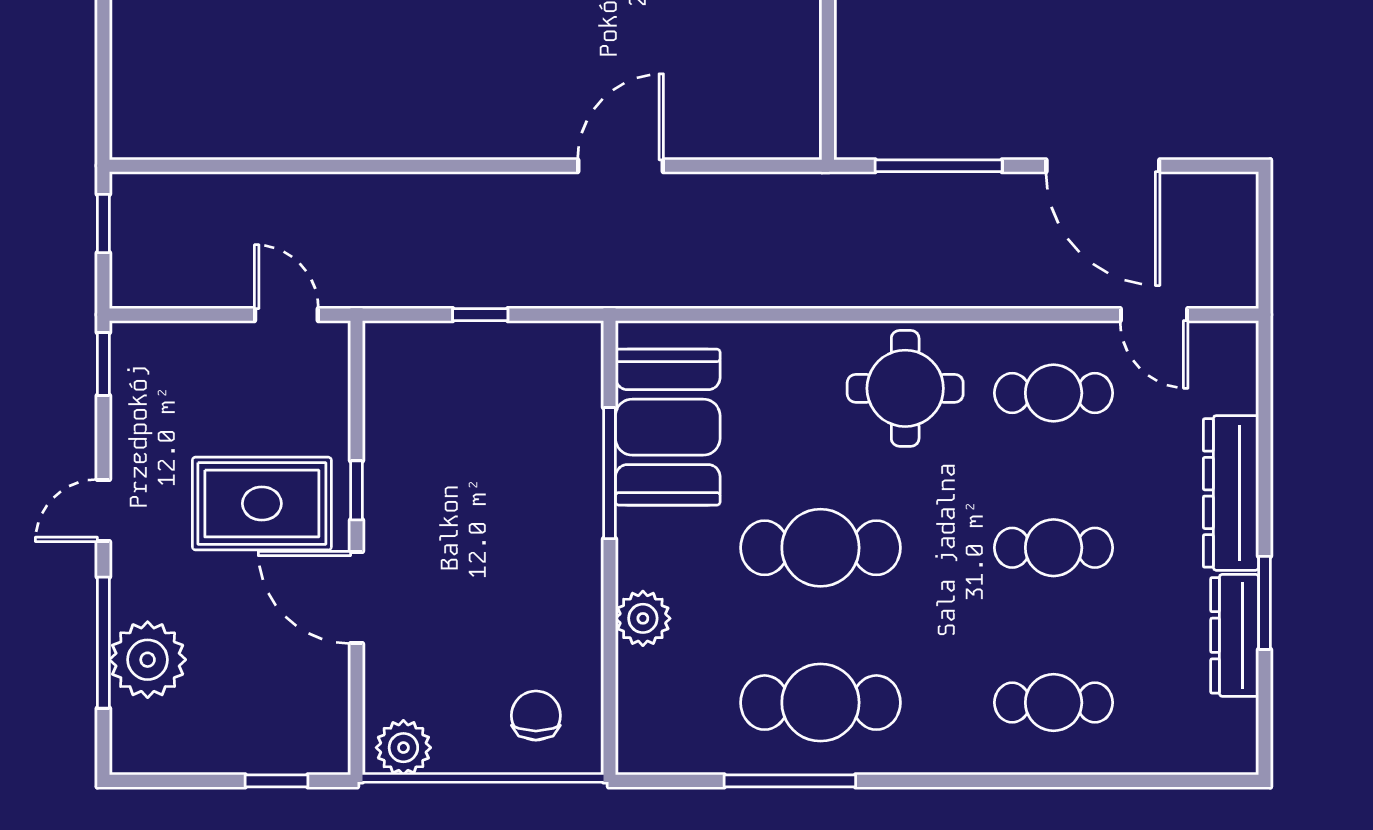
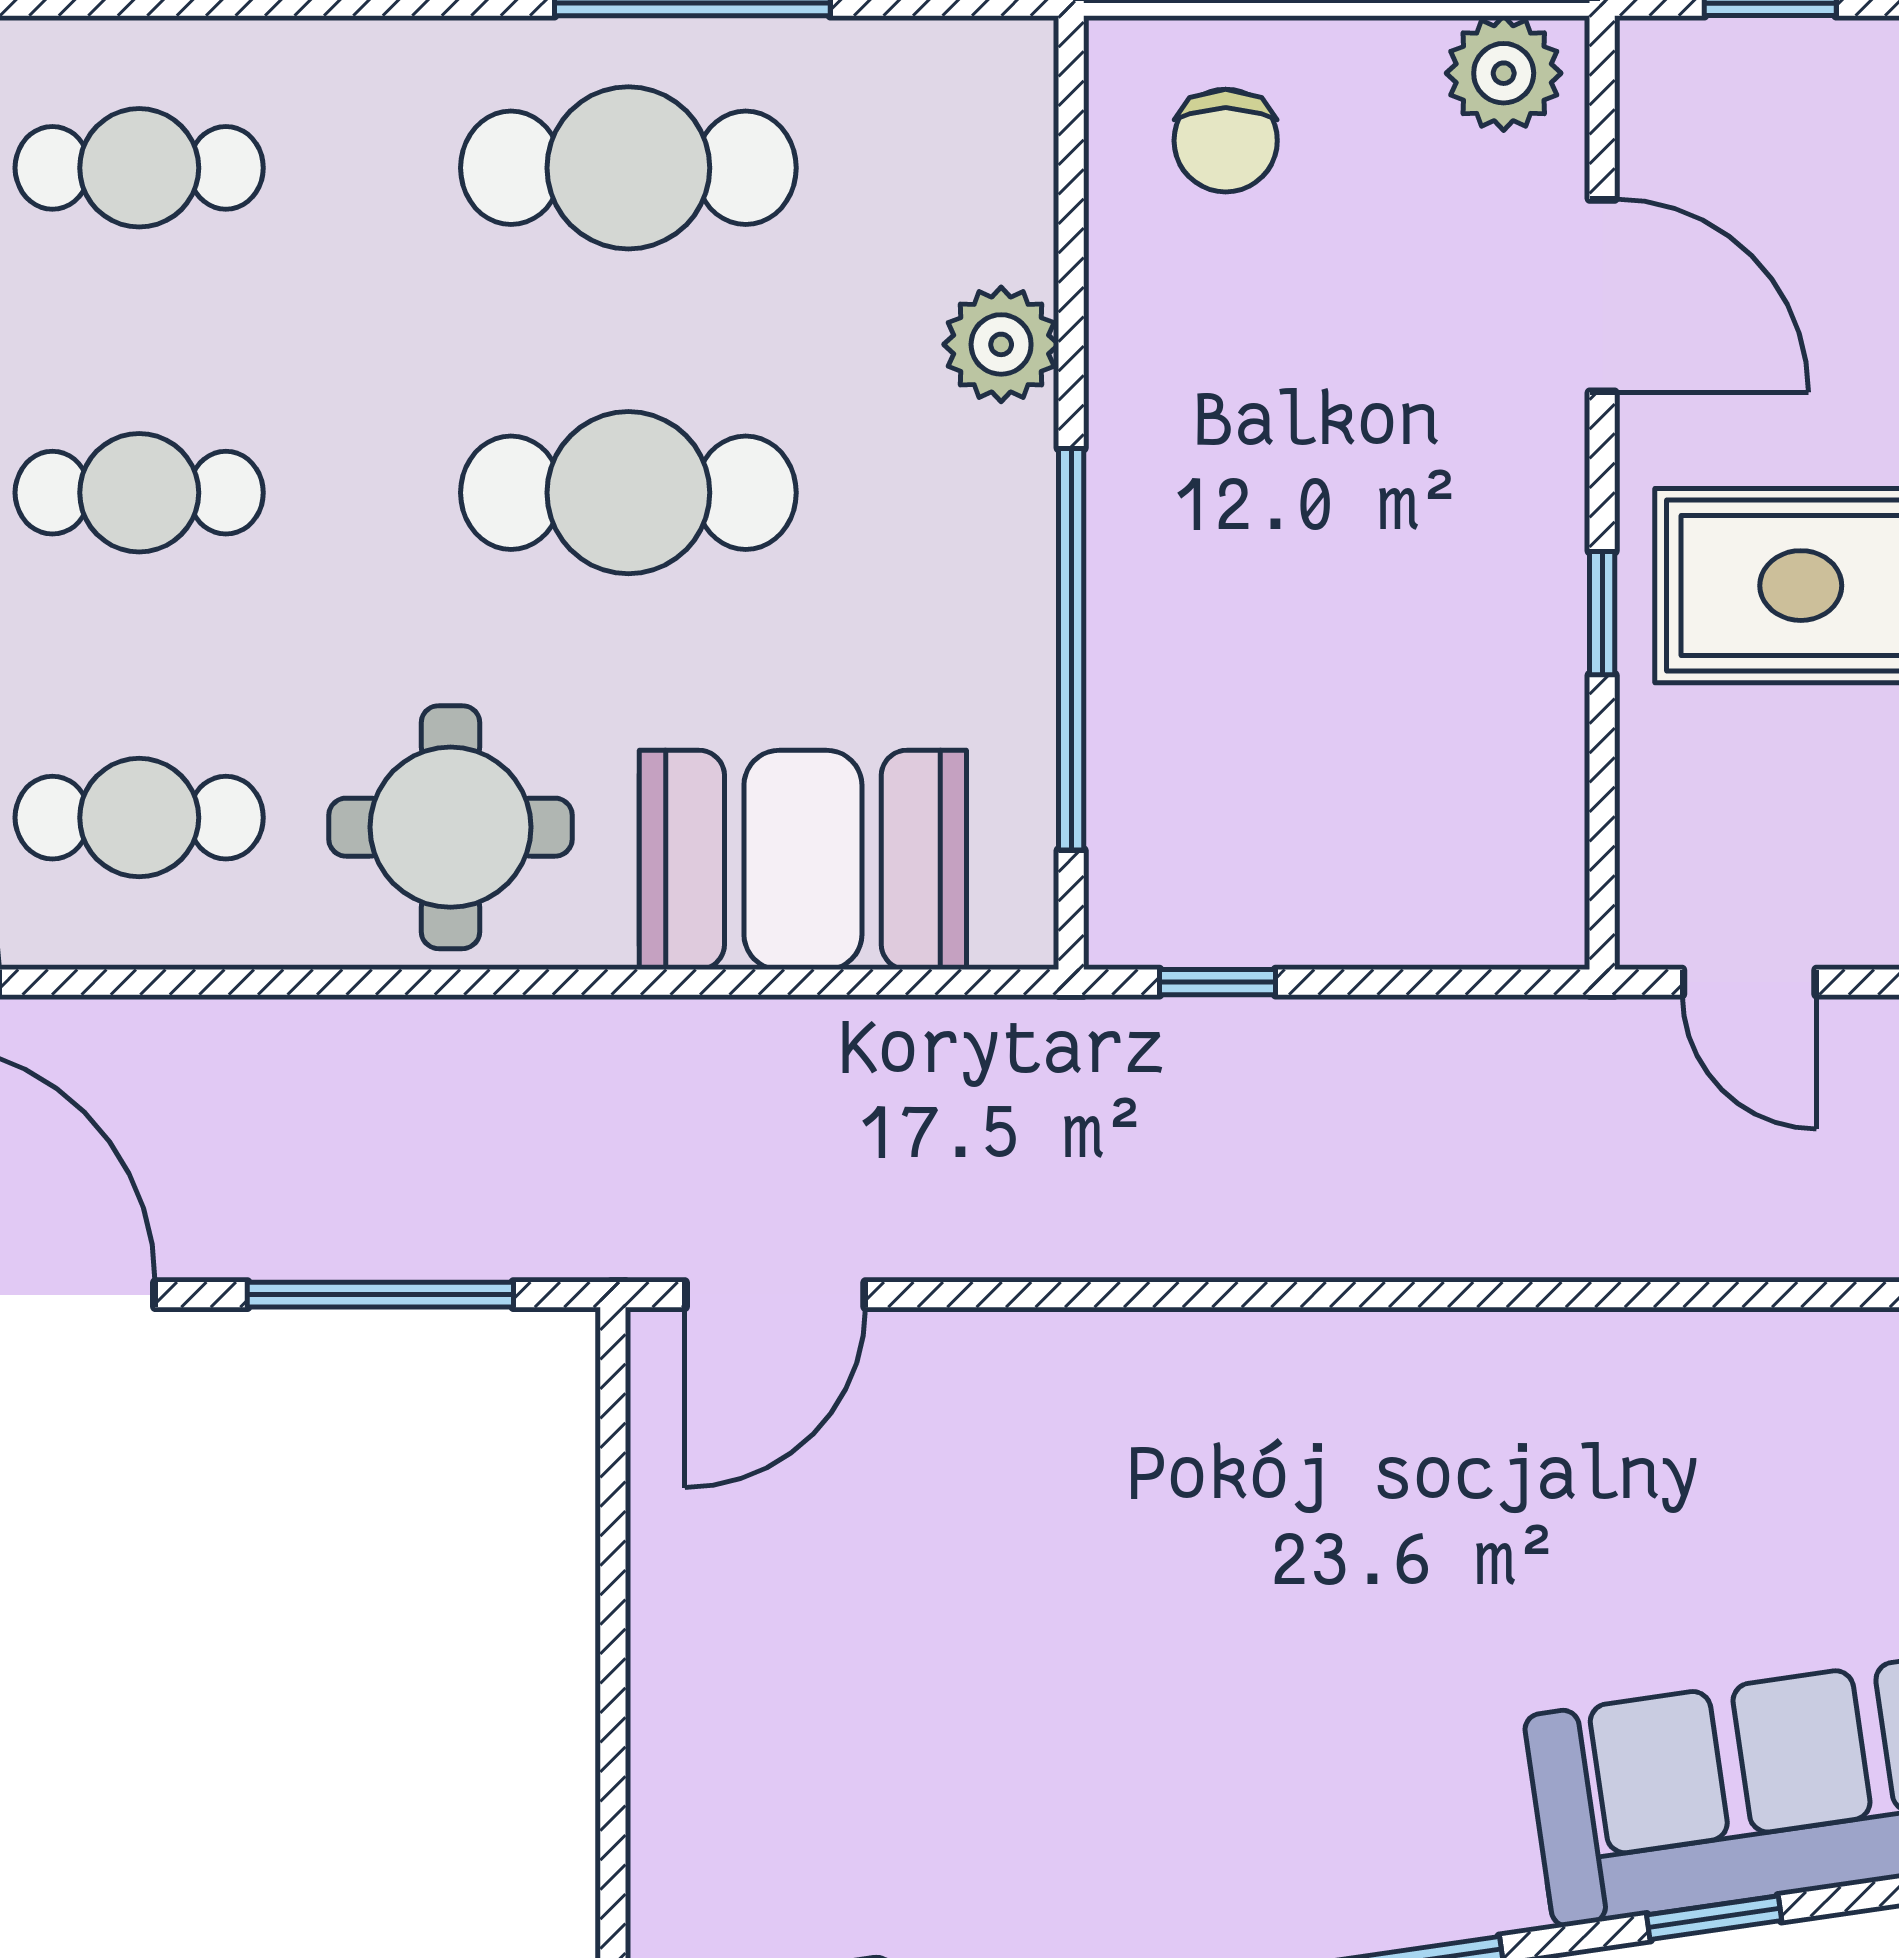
door: (621, 166) -> (775, 1295), moved
window: (480, 315) -> (1217, 982), moved
booth: (668, 427) -> (803, 860), moved, turned 90
window: (610, 473) -> (1071, 649), width x1.46
door: (356, 597) -> (1602, 296), moved

